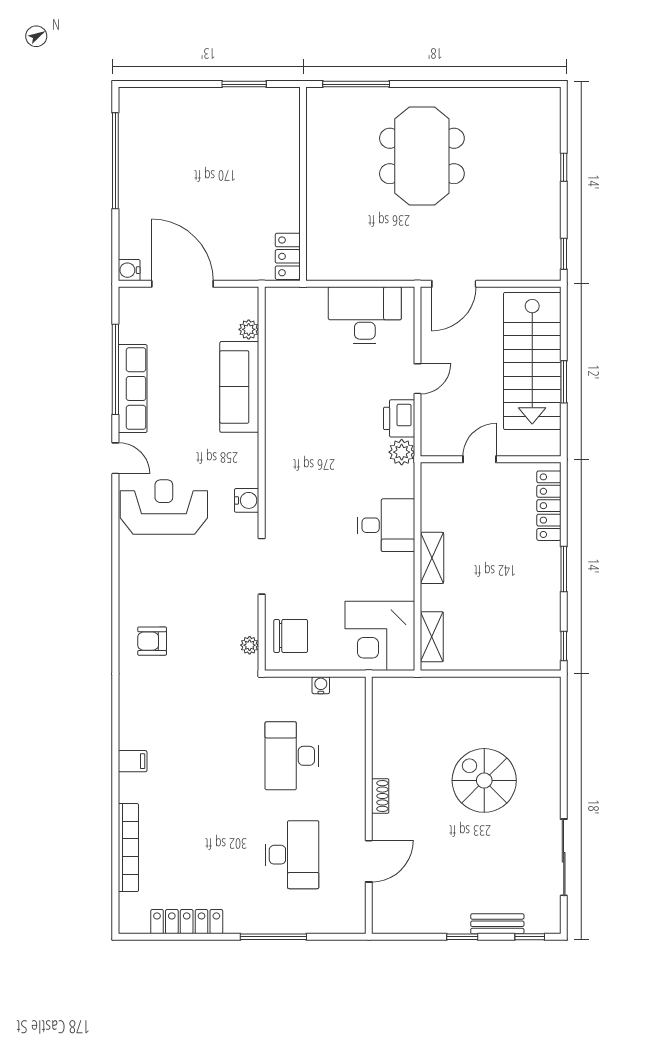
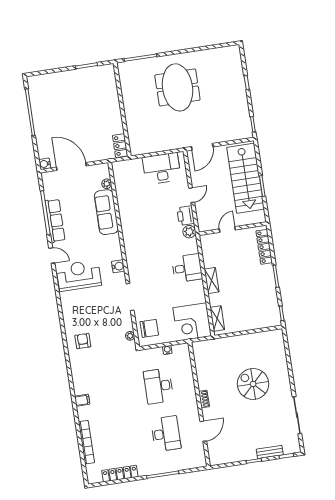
armchair: (152, 641) -> (83, 341), turned 90

